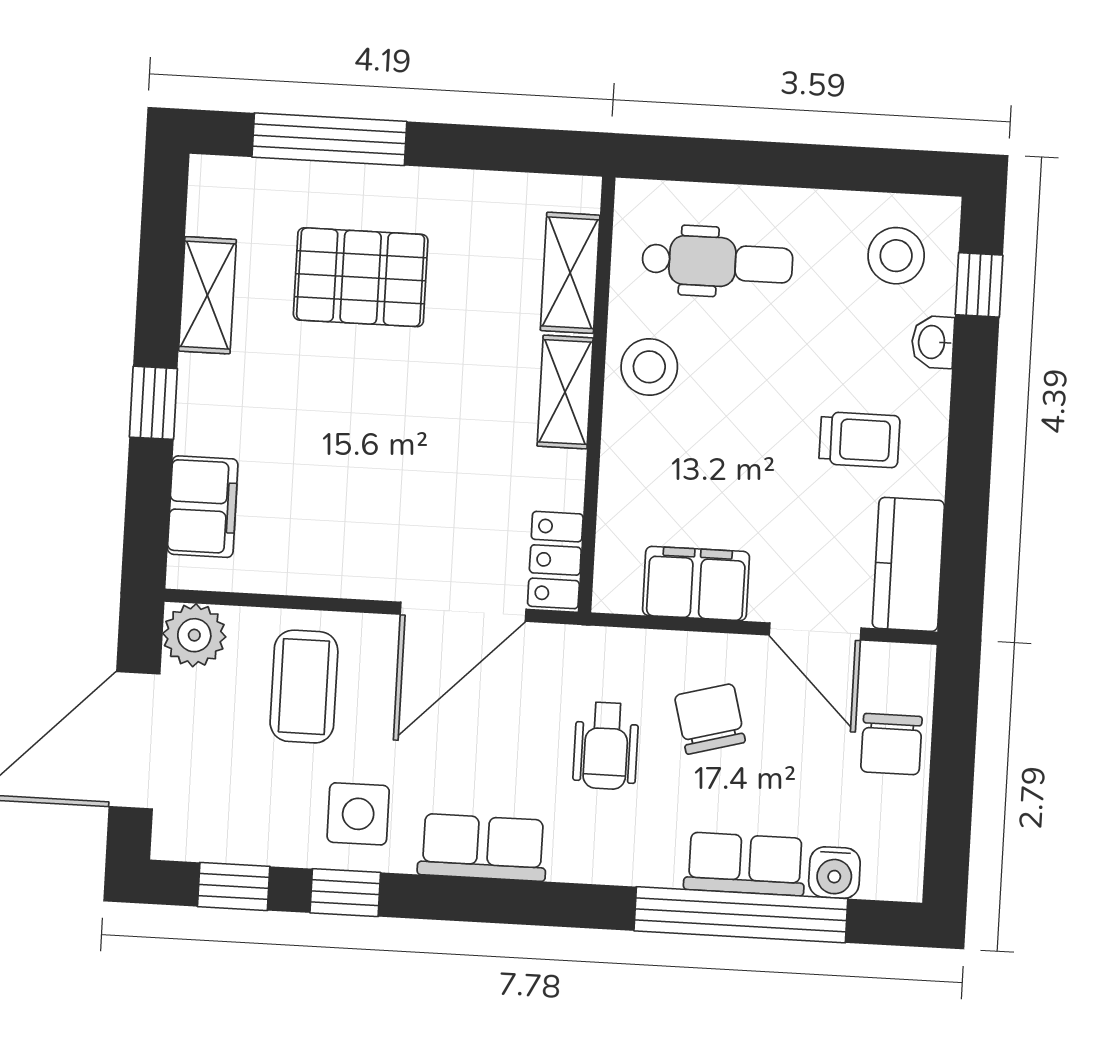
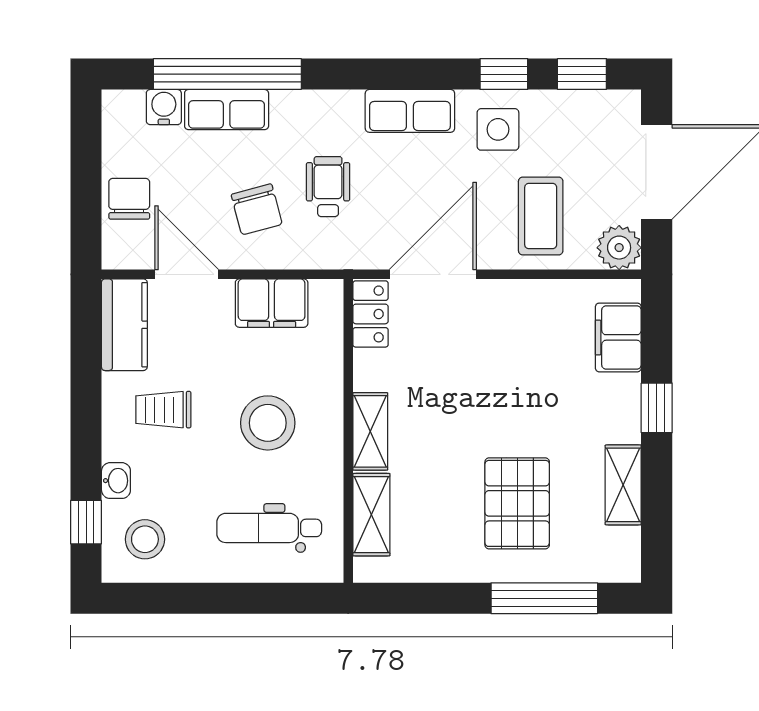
pallet: (361, 277) -> (517, 503), turned 90
stool: (649, 367) -> (268, 423), moved, width x1.38, depth x1.38

